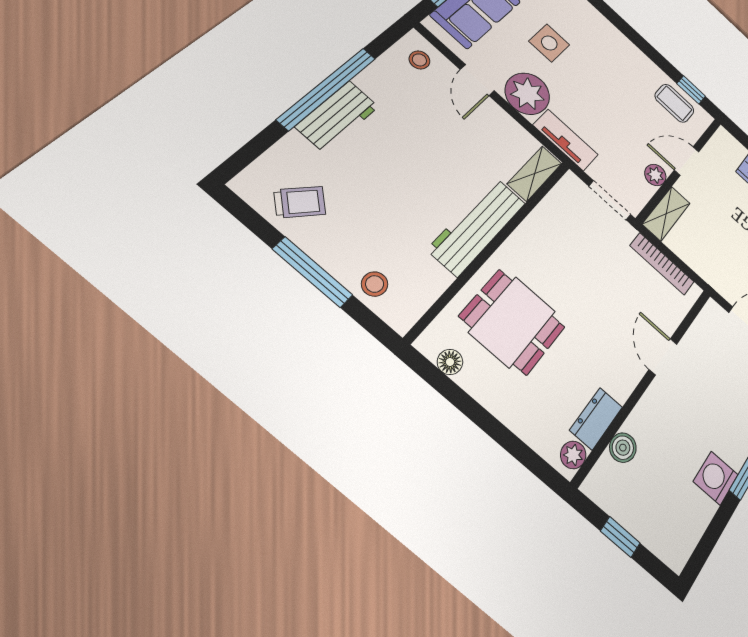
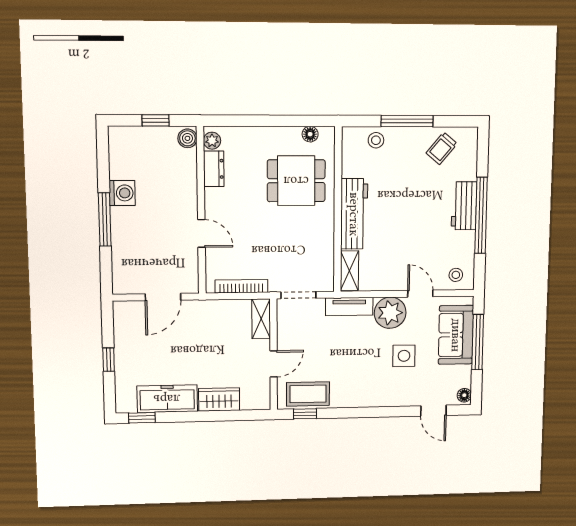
coffee table: (674, 103) -> (308, 394), width x1.36, depth x1.30
plant: (655, 175) -> (285, 336), removed
boiler: (623, 448) -> (187, 138), moved

